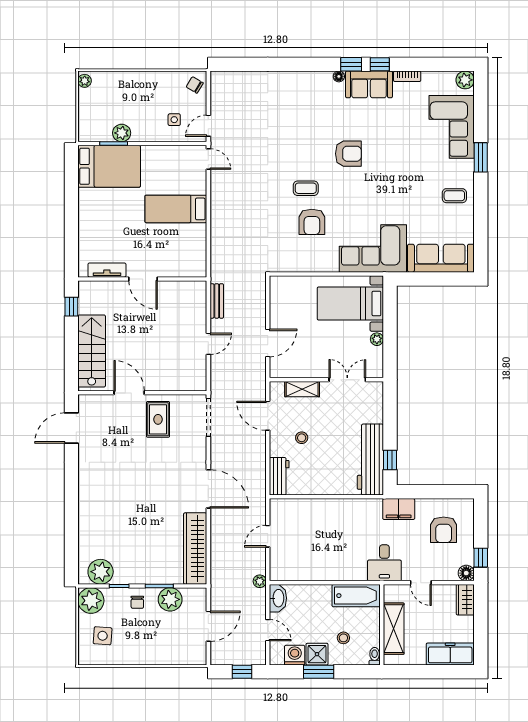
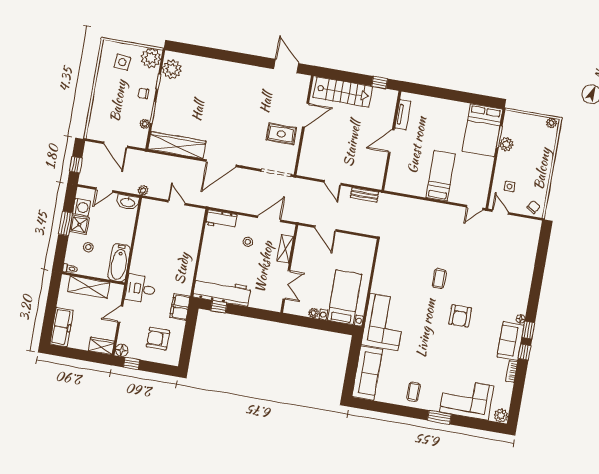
armchair: (312, 222) -> (412, 279), removed
plant: (170, 599) -> (145, 124), width x0.53, depth x0.53

